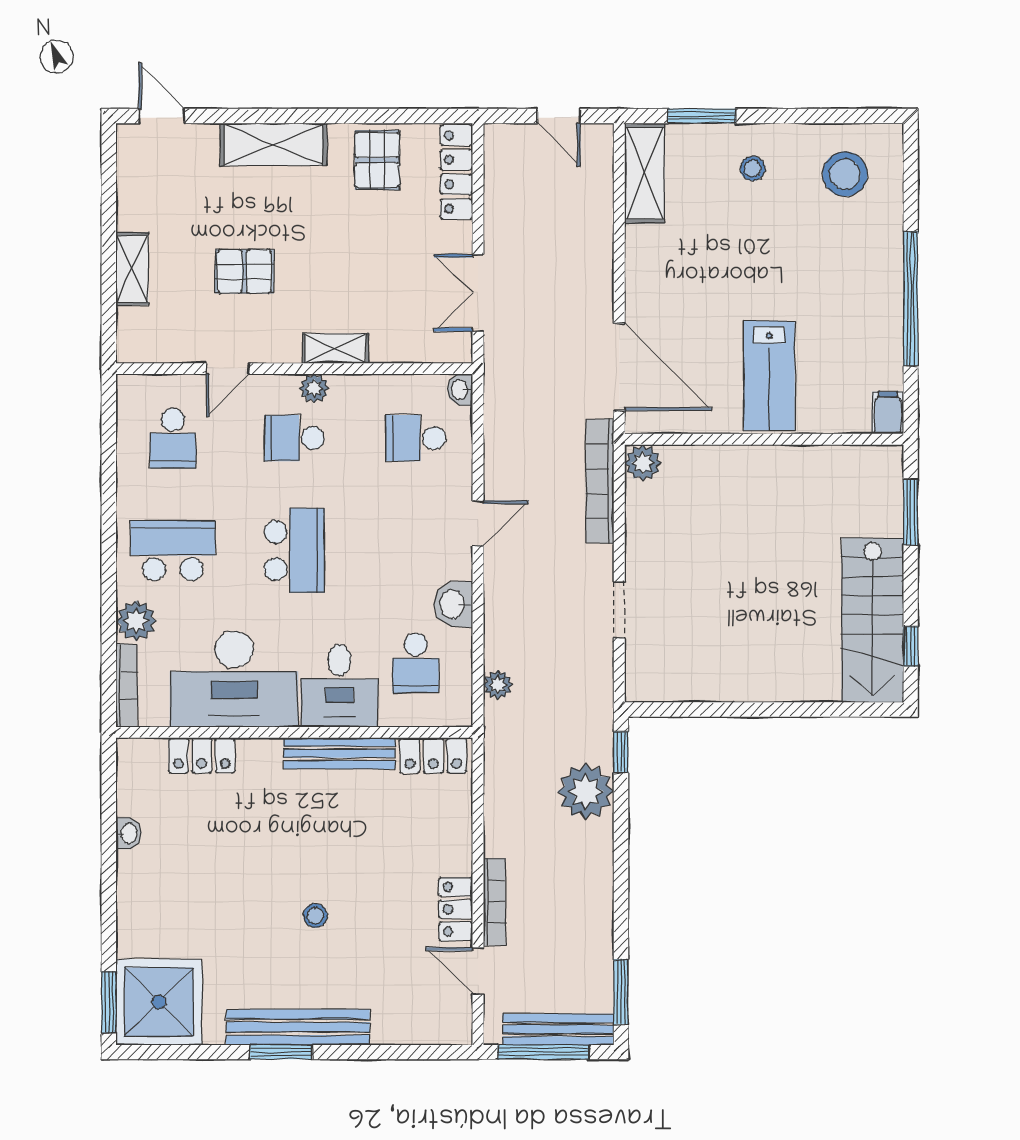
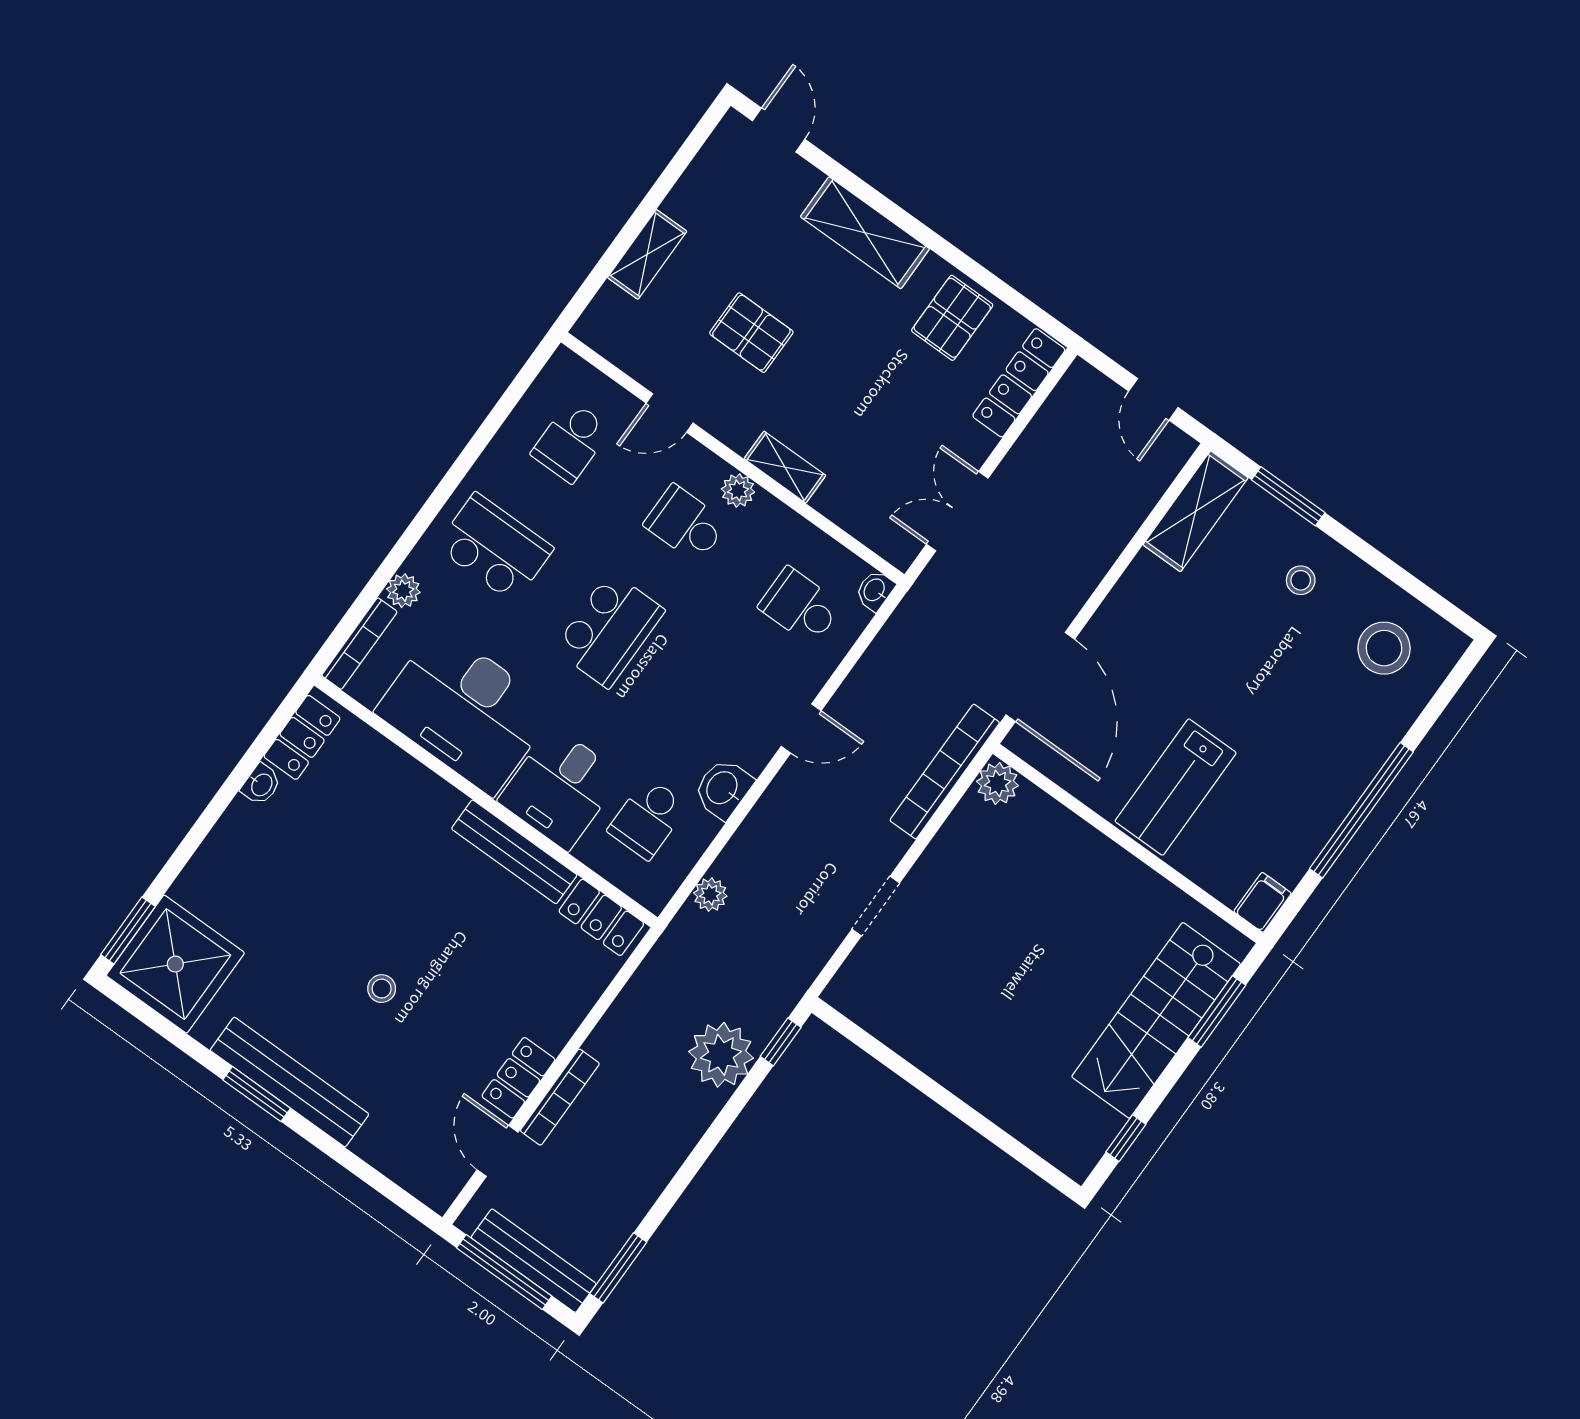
stairs: (873, 620) -> (1156, 1020), moved
plant: (136, 621) -> (403, 591), width x0.73, depth x0.73
locker: (202, 755) -> (302, 737), moved, turned -90

